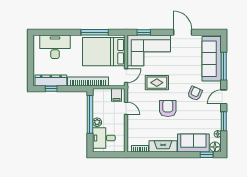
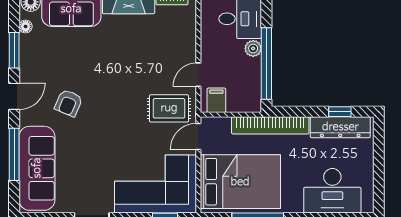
rug: (157, 83) -> (169, 108), moved
door: (126, 108) -> (198, 75), hinge flipped
armchair: (168, 108) -> (120, 75), removed

